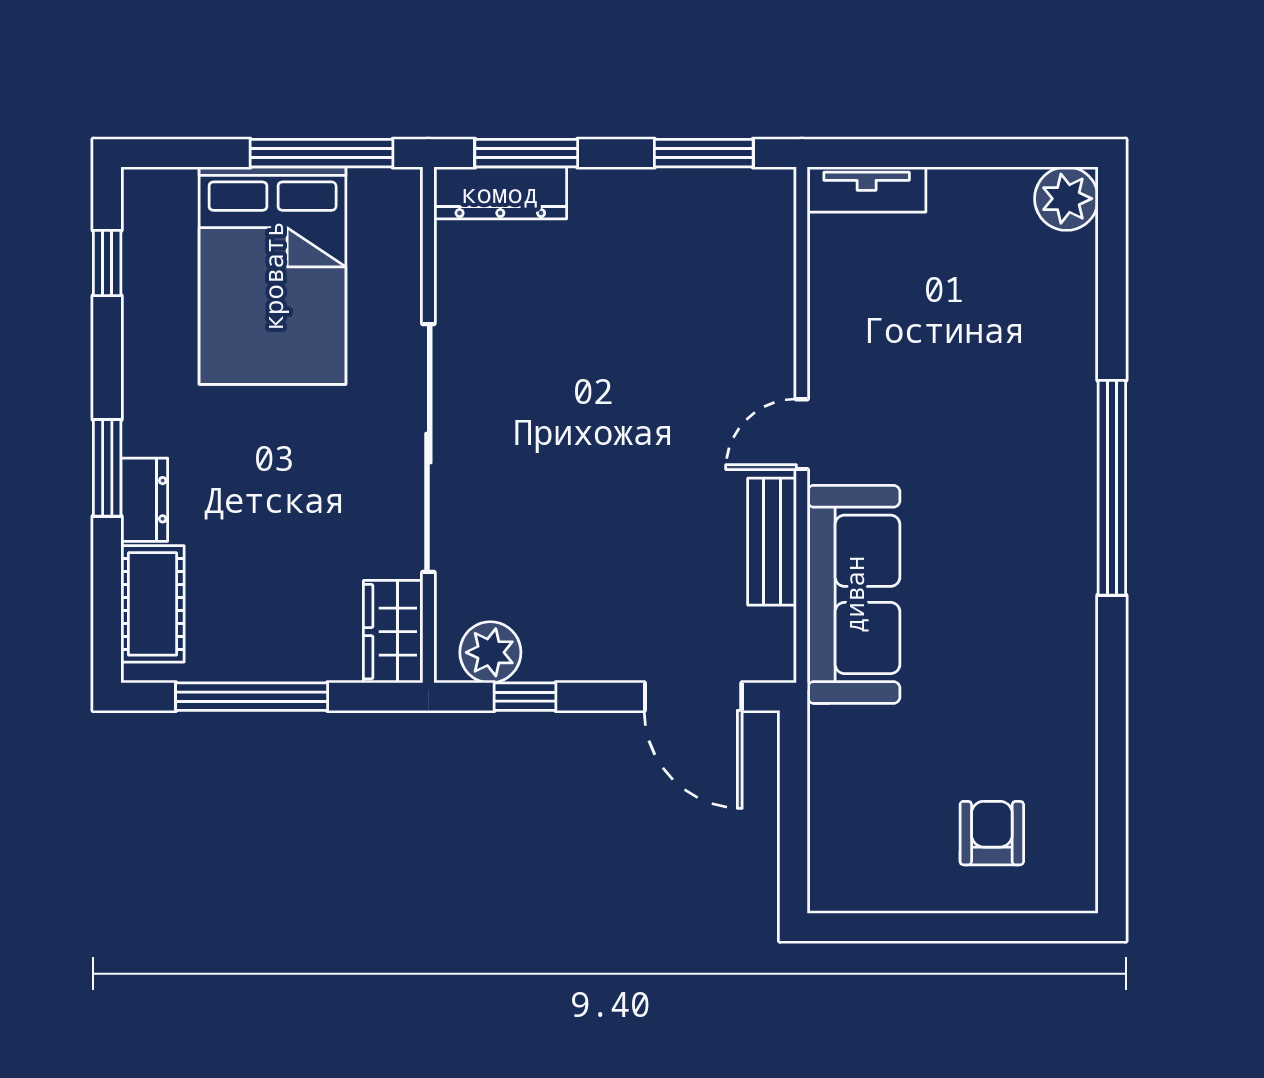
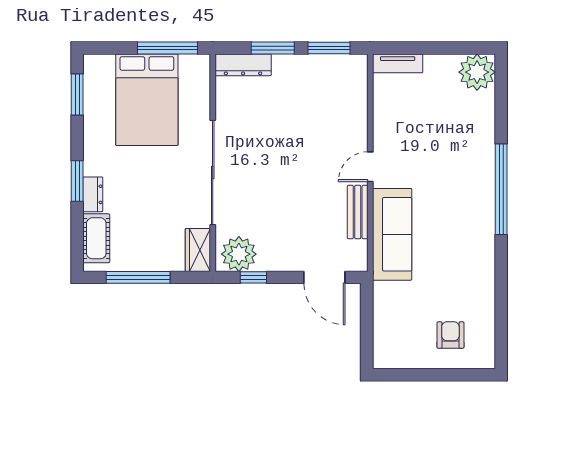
window: (526, 153) -> (273, 48), moved
plant: (1066, 199) -> (477, 72), width x1.36, depth x1.36
window: (107, 263) -> (77, 94), width x1.50
plant: (490, 652) -> (239, 254), width x1.36, depth x1.36

